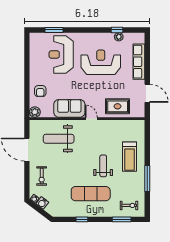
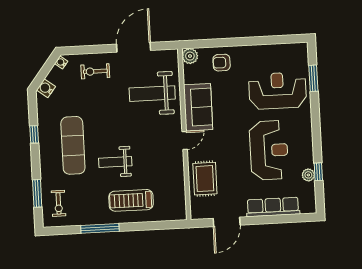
weight bench: (59, 139) -> (152, 94), turned -90
weight bench: (103, 166) -> (115, 162), turned 180
water cooler: (42, 203) -> (46, 88), moved

